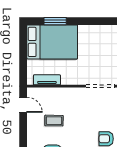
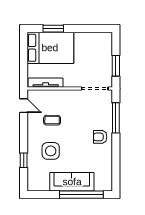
tv unit: (47, 80) -> (46, 83), width x1.41

